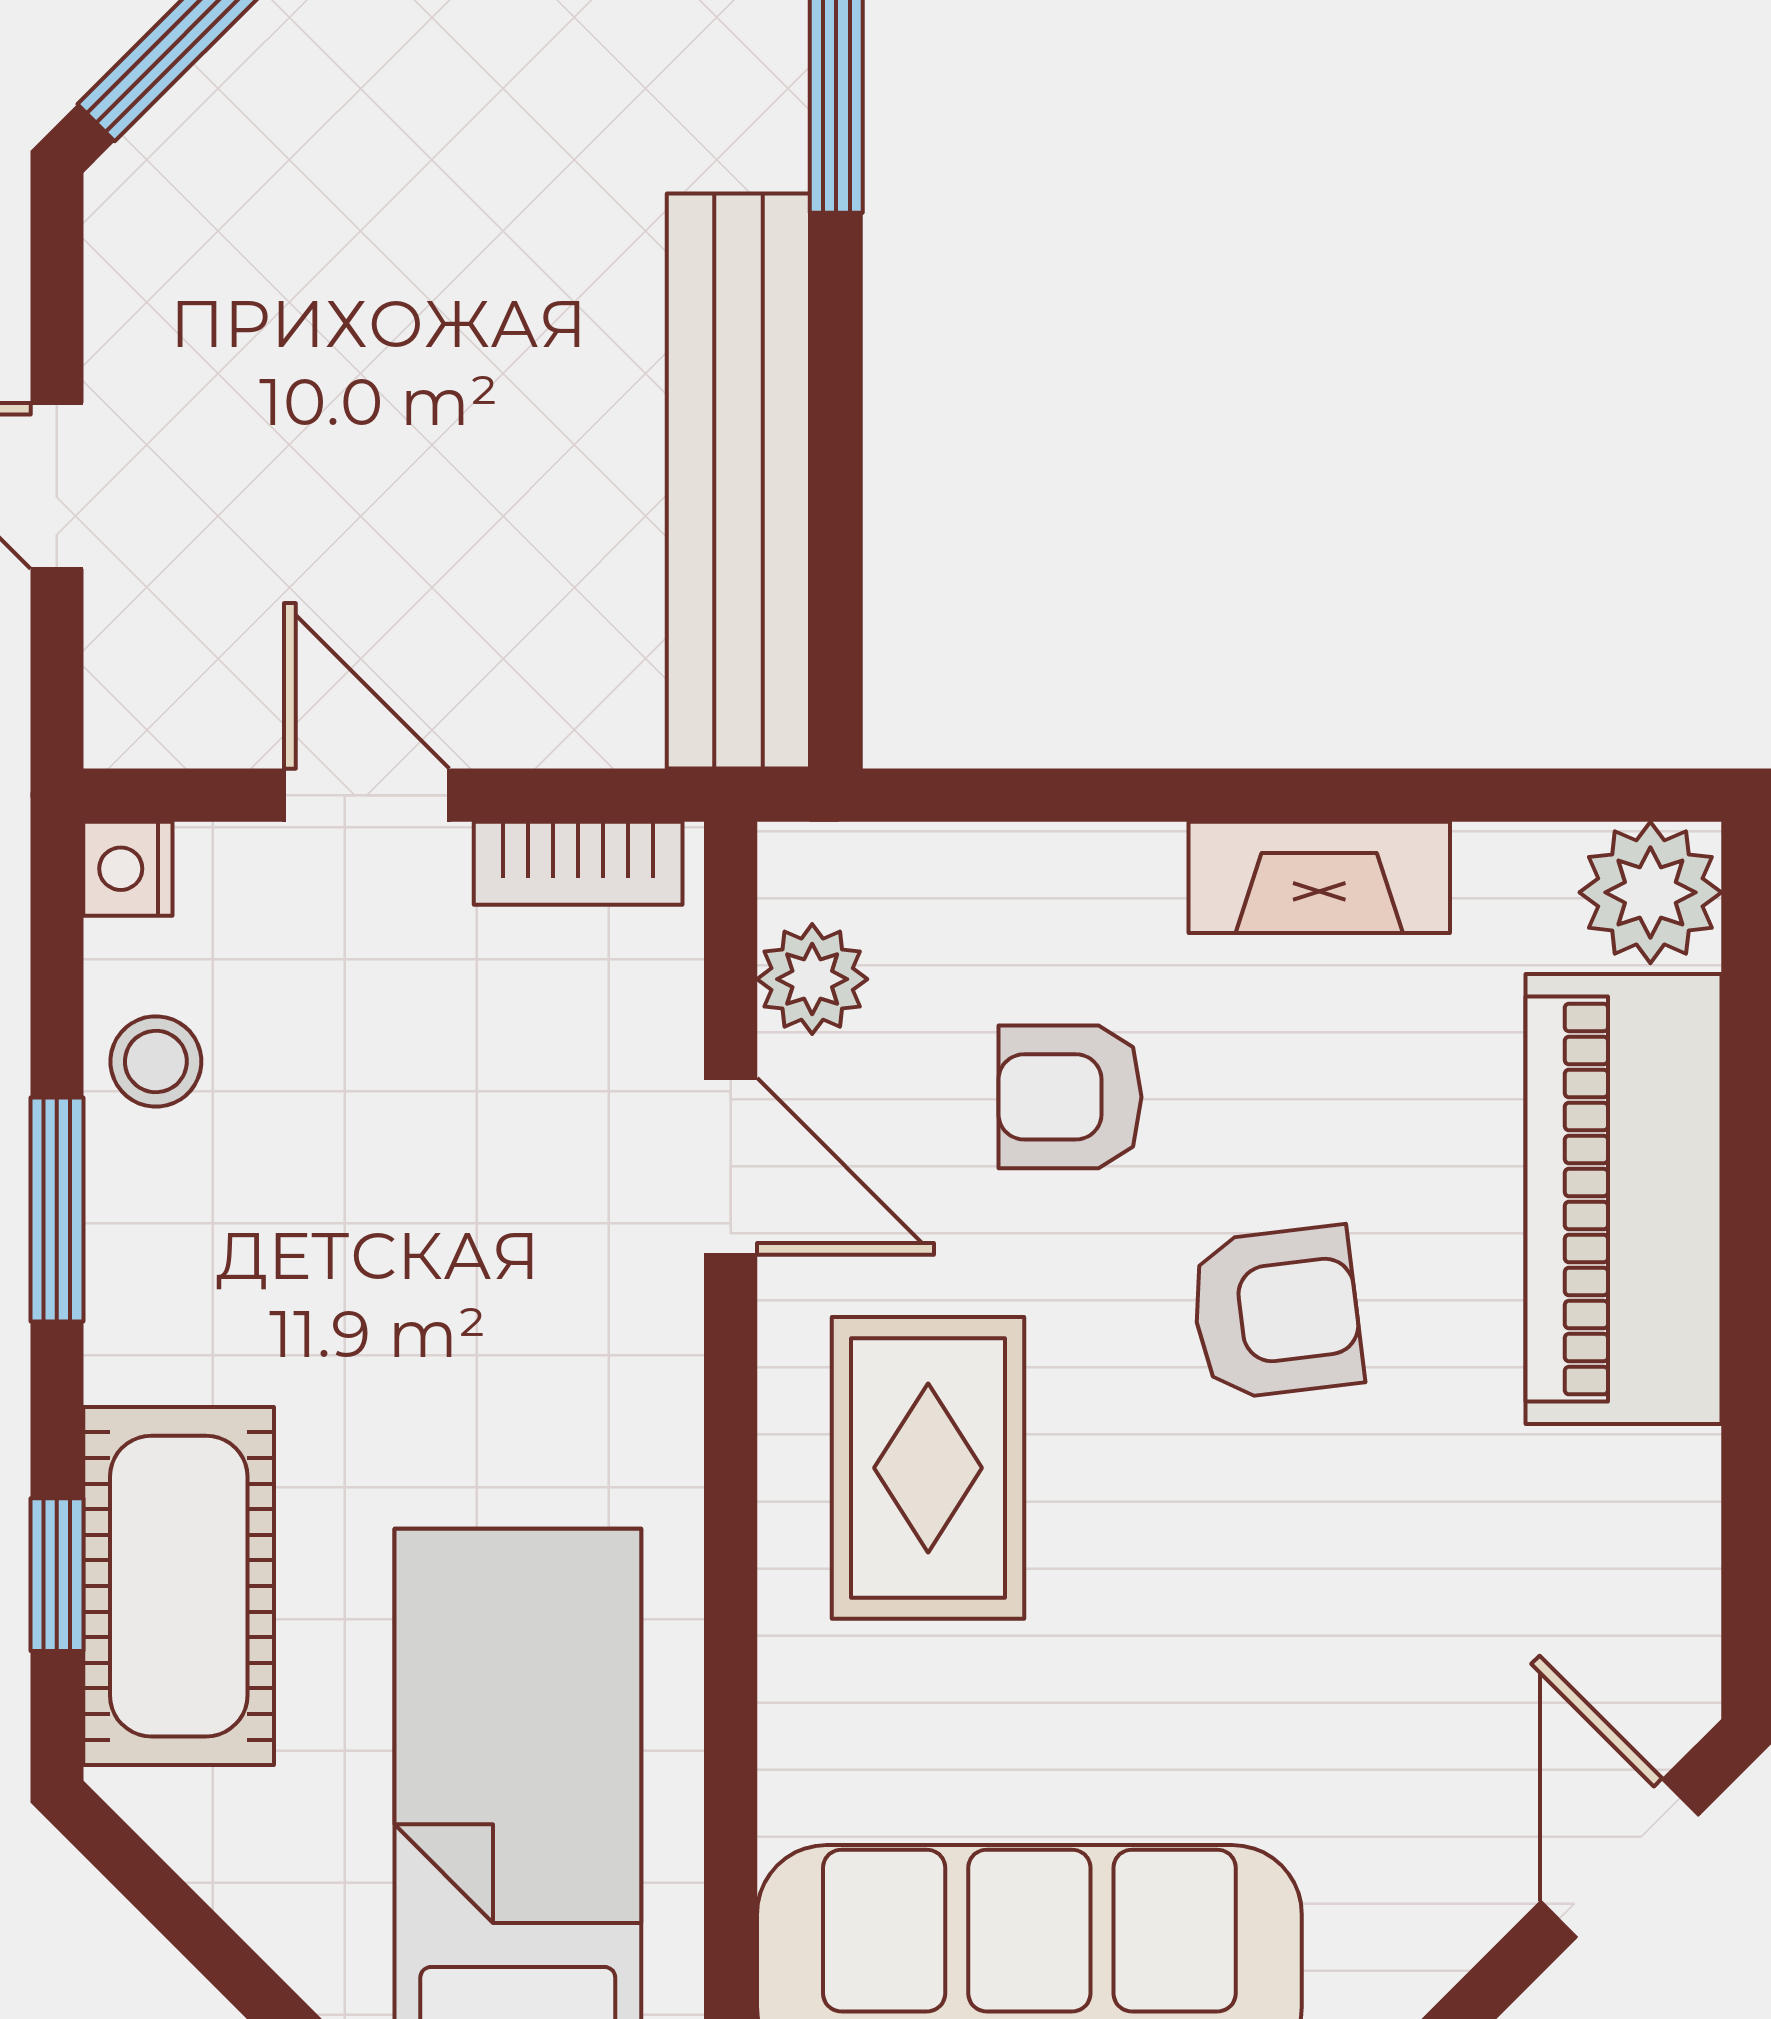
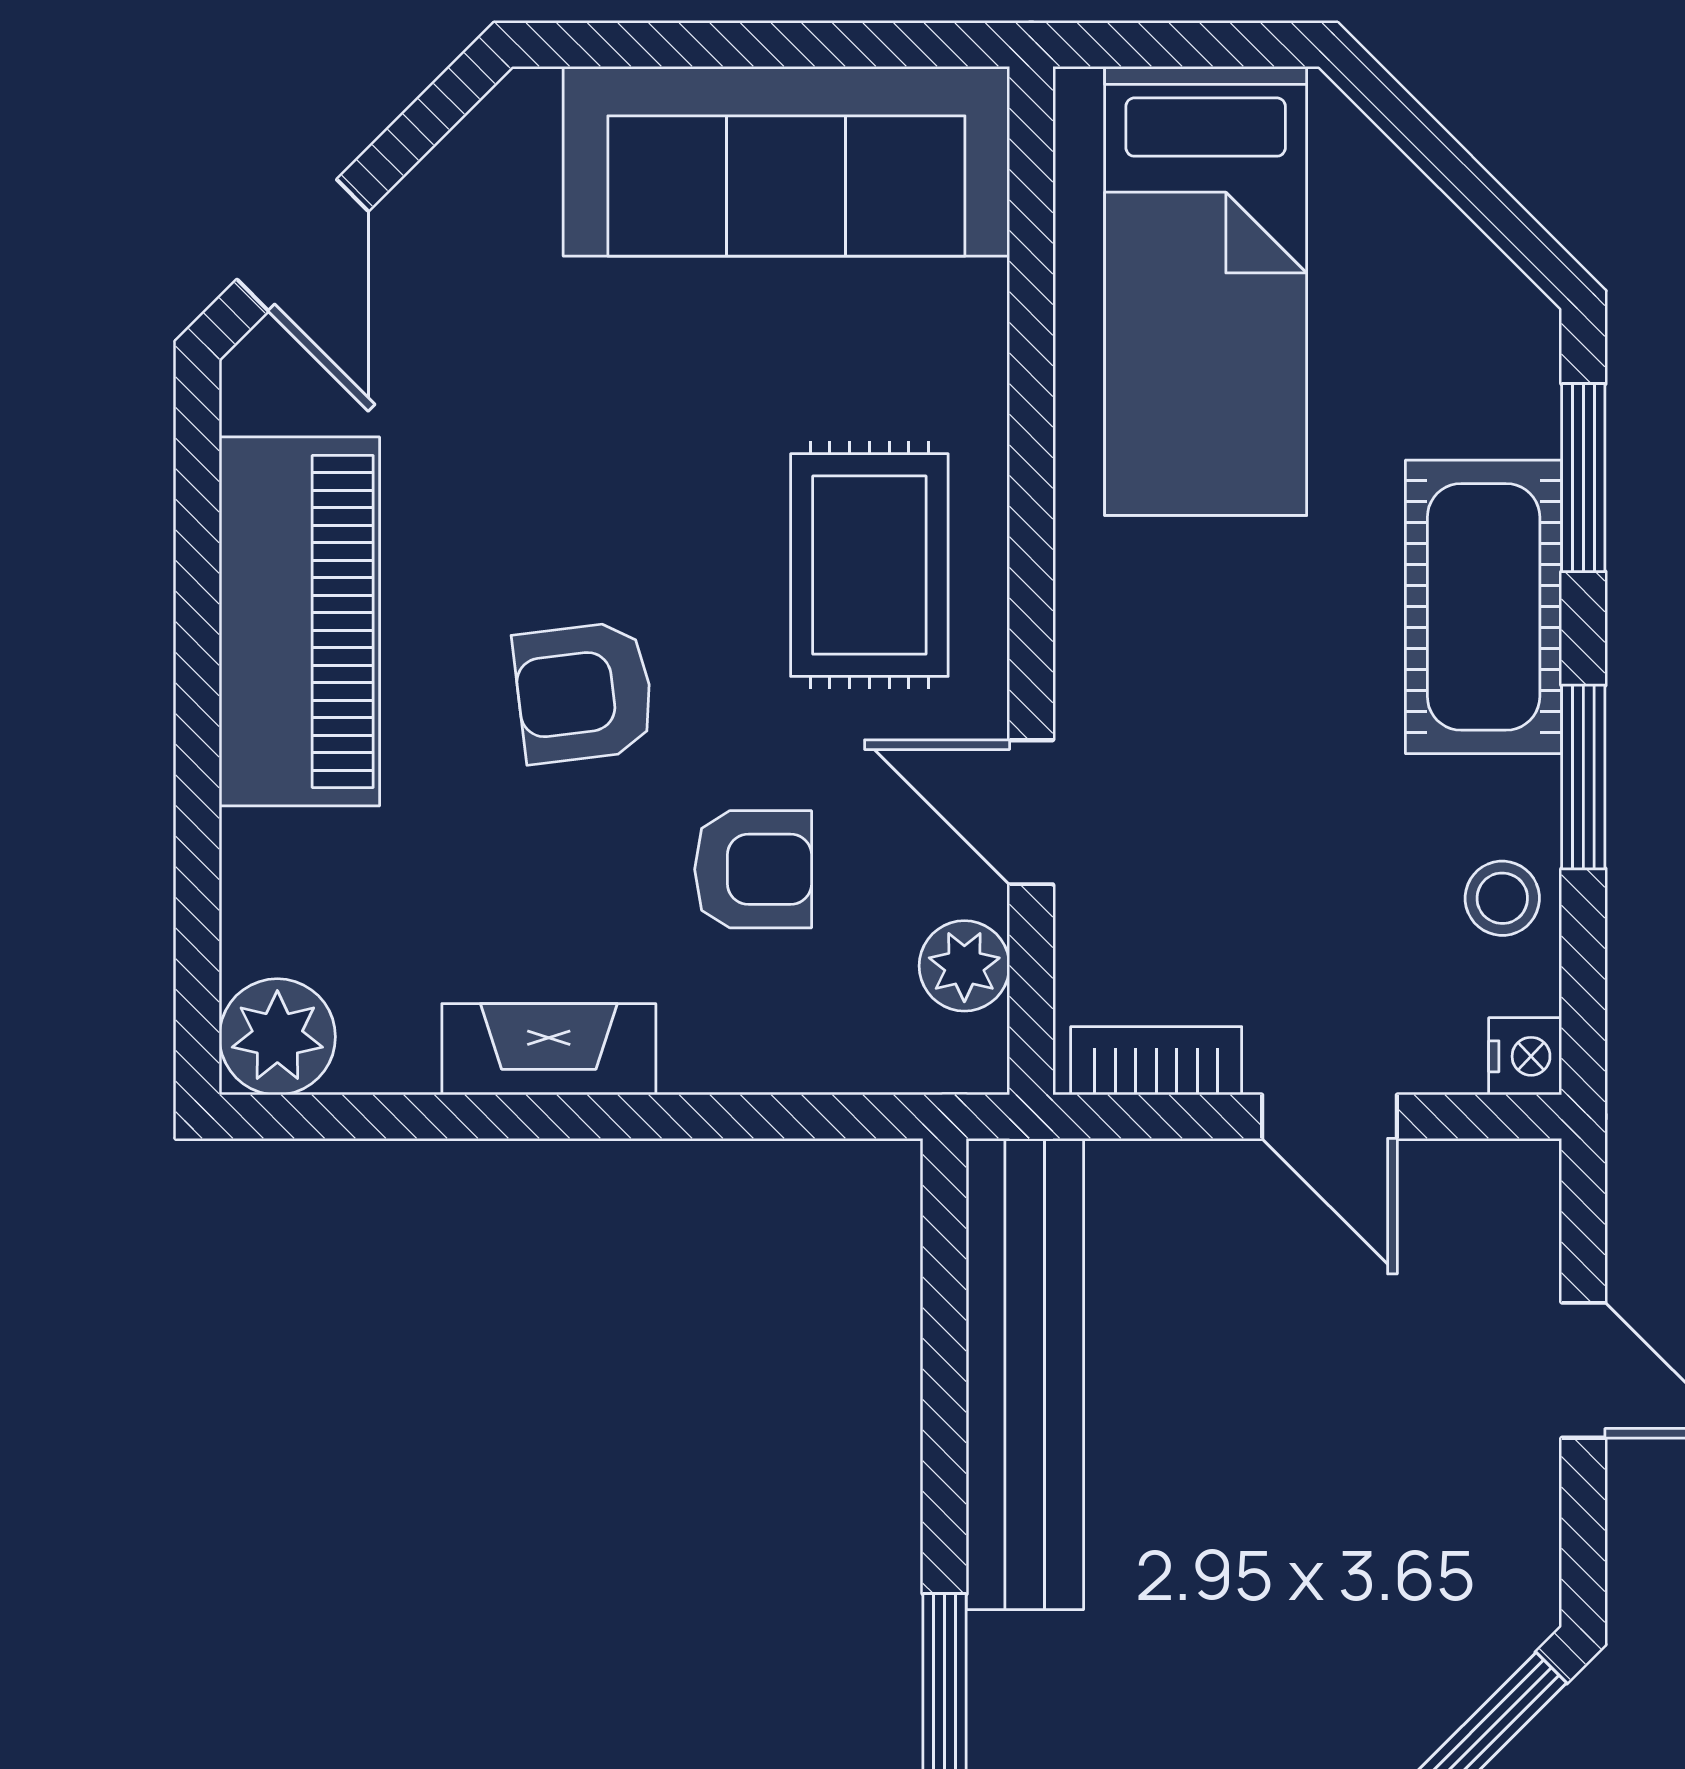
piano: (1623, 1199) -> (299, 621), moved
window: (57, 1575) -> (1583, 478), width x1.50
cot: (179, 1586) -> (1484, 607), moved

